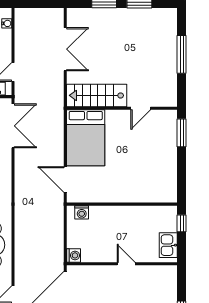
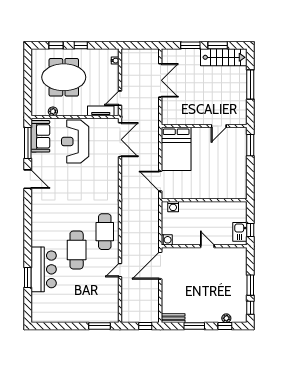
stairs: (97, 95) -> (224, 57), moved, turned 180
window: (182, 223) -> (250, 230), moved

